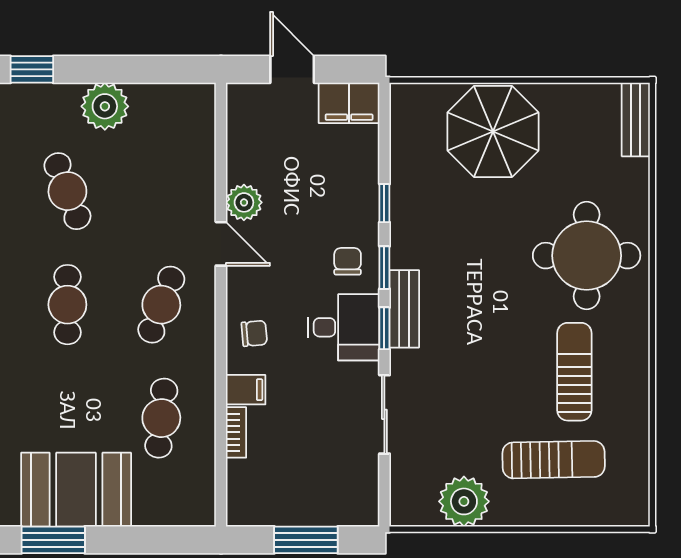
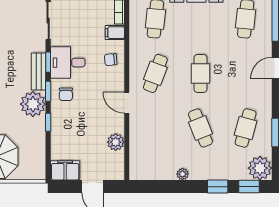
plant: (105, 106) -> (183, 174), width x0.53, depth x0.53
plant: (244, 202) -> (116, 142), moved
plant: (416, 241) -> (33, 104), added

